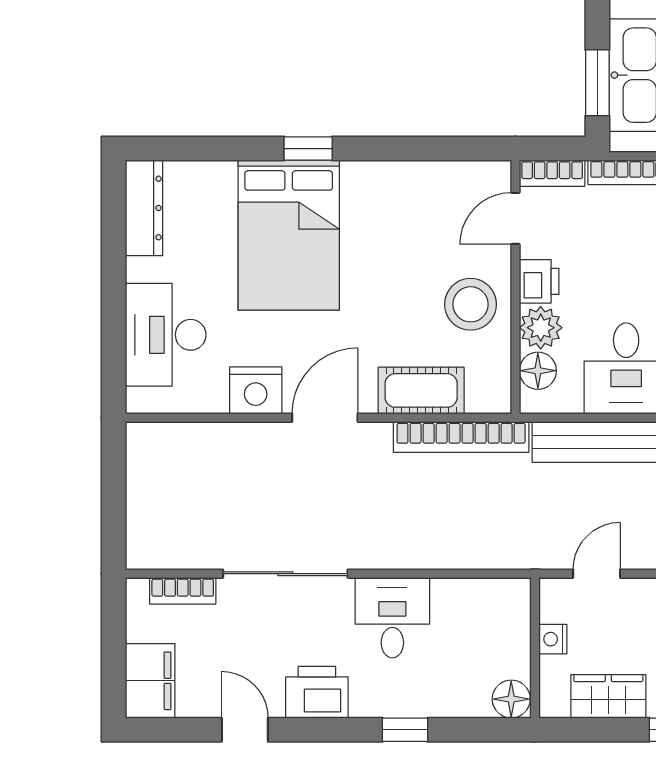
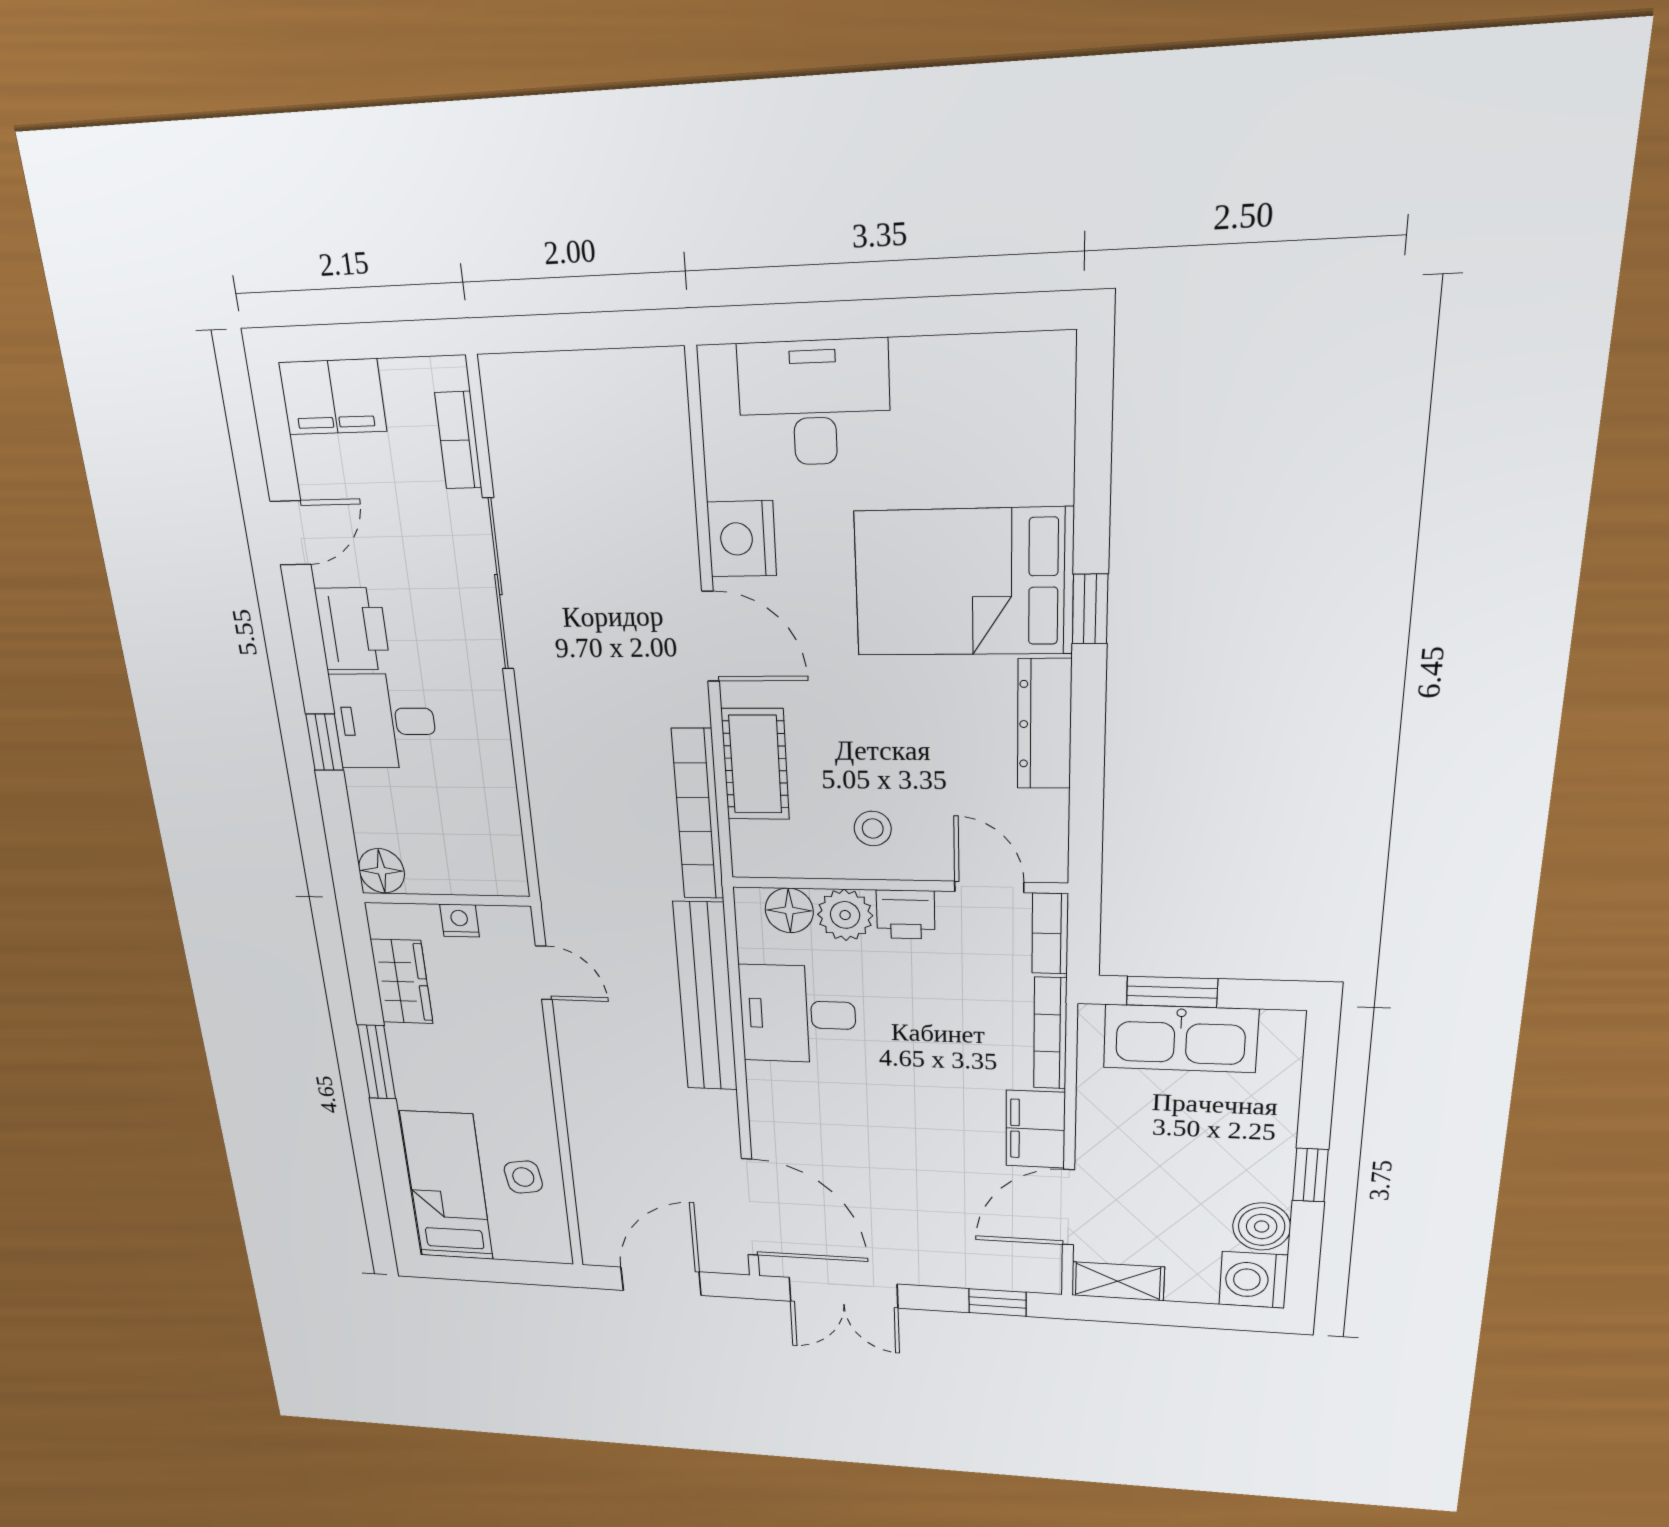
dresser: (144, 208) -> (1044, 724), moved, turned 90
stool: (471, 304) -> (873, 829), width x0.53, depth x0.53
desk: (392, 618) -> (384, 721), moved, turned 180

